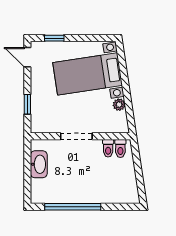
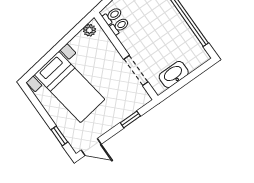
door: (27, 57) -> (91, 147), hinge flipped
plant: (119, 105) -> (89, 30), moved
doorway: (76, 136) -> (136, 71), moved

